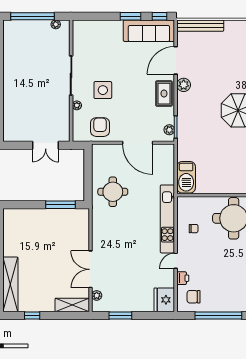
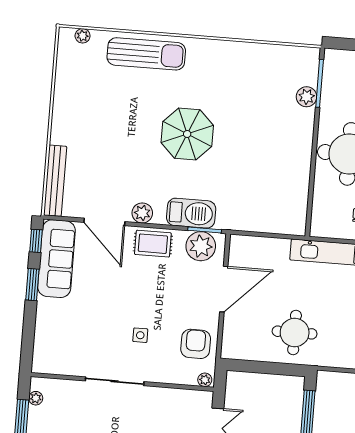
side table: (103, 90) -> (140, 335), width x0.54, depth x0.54
plant: (77, 105) -> (205, 380), moved
armchair: (100, 127) -> (196, 344), turned 90
plant: (169, 130) -> (201, 246), width x1.88, depth x1.88
barbecue: (186, 177) -> (191, 213), moved

